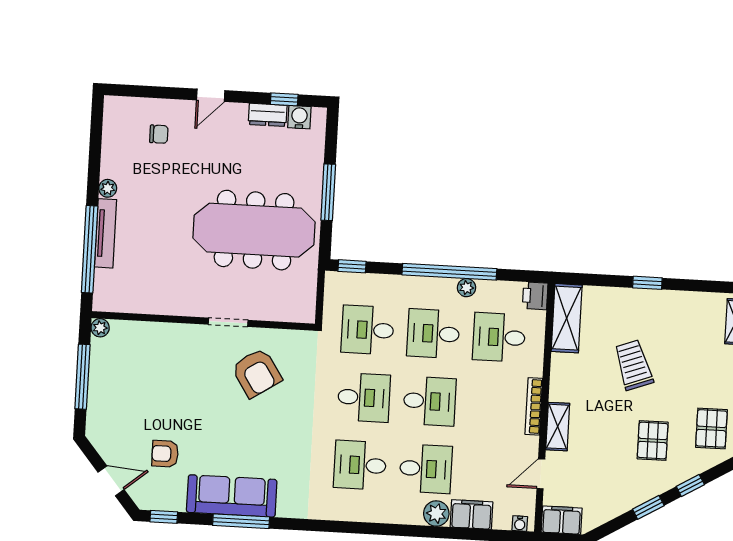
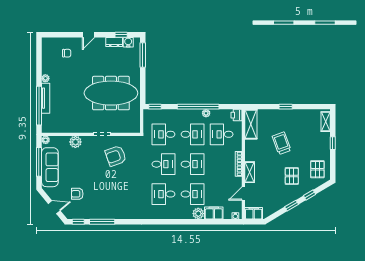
window: (328, 192) -> (143, 55), moved
desk: (433, 334) -> (193, 134), turned 180
plant: (168, 336) -> (75, 142), added
armchair: (257, 373) -> (116, 156), turned 104
sofa: (232, 496) -> (50, 167), moved, turned 90
window: (241, 521) -> (102, 222), moved

